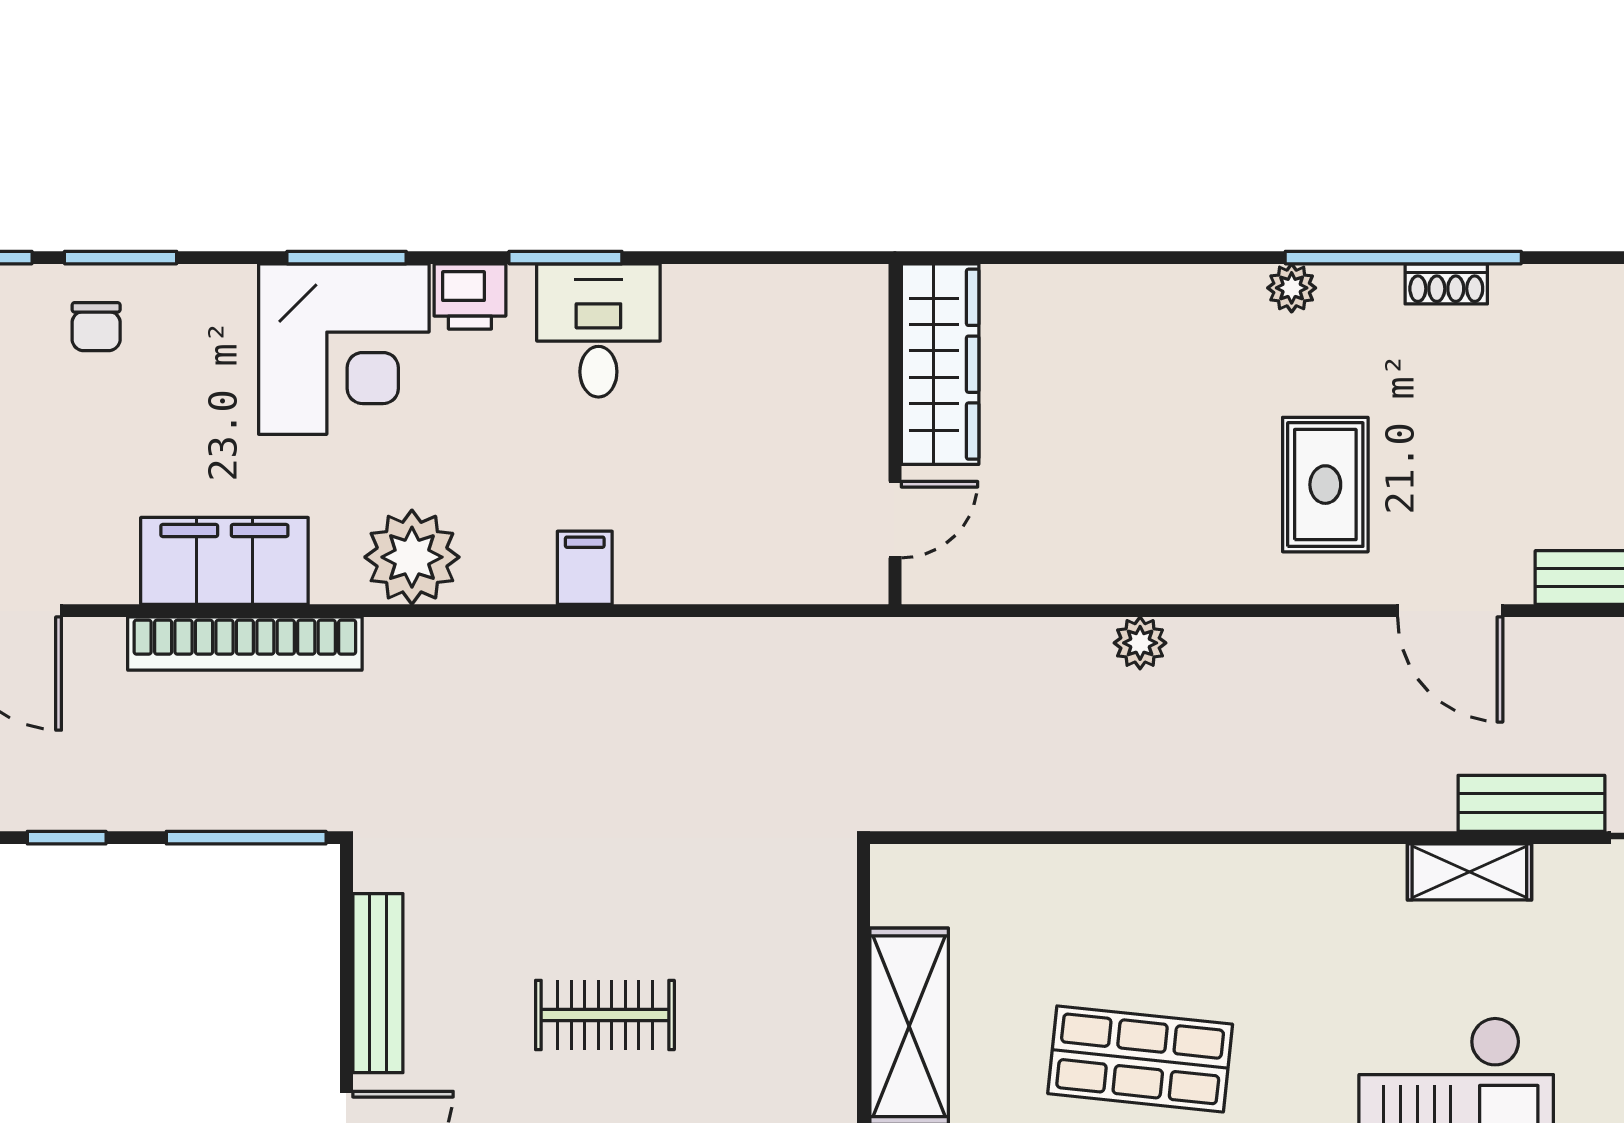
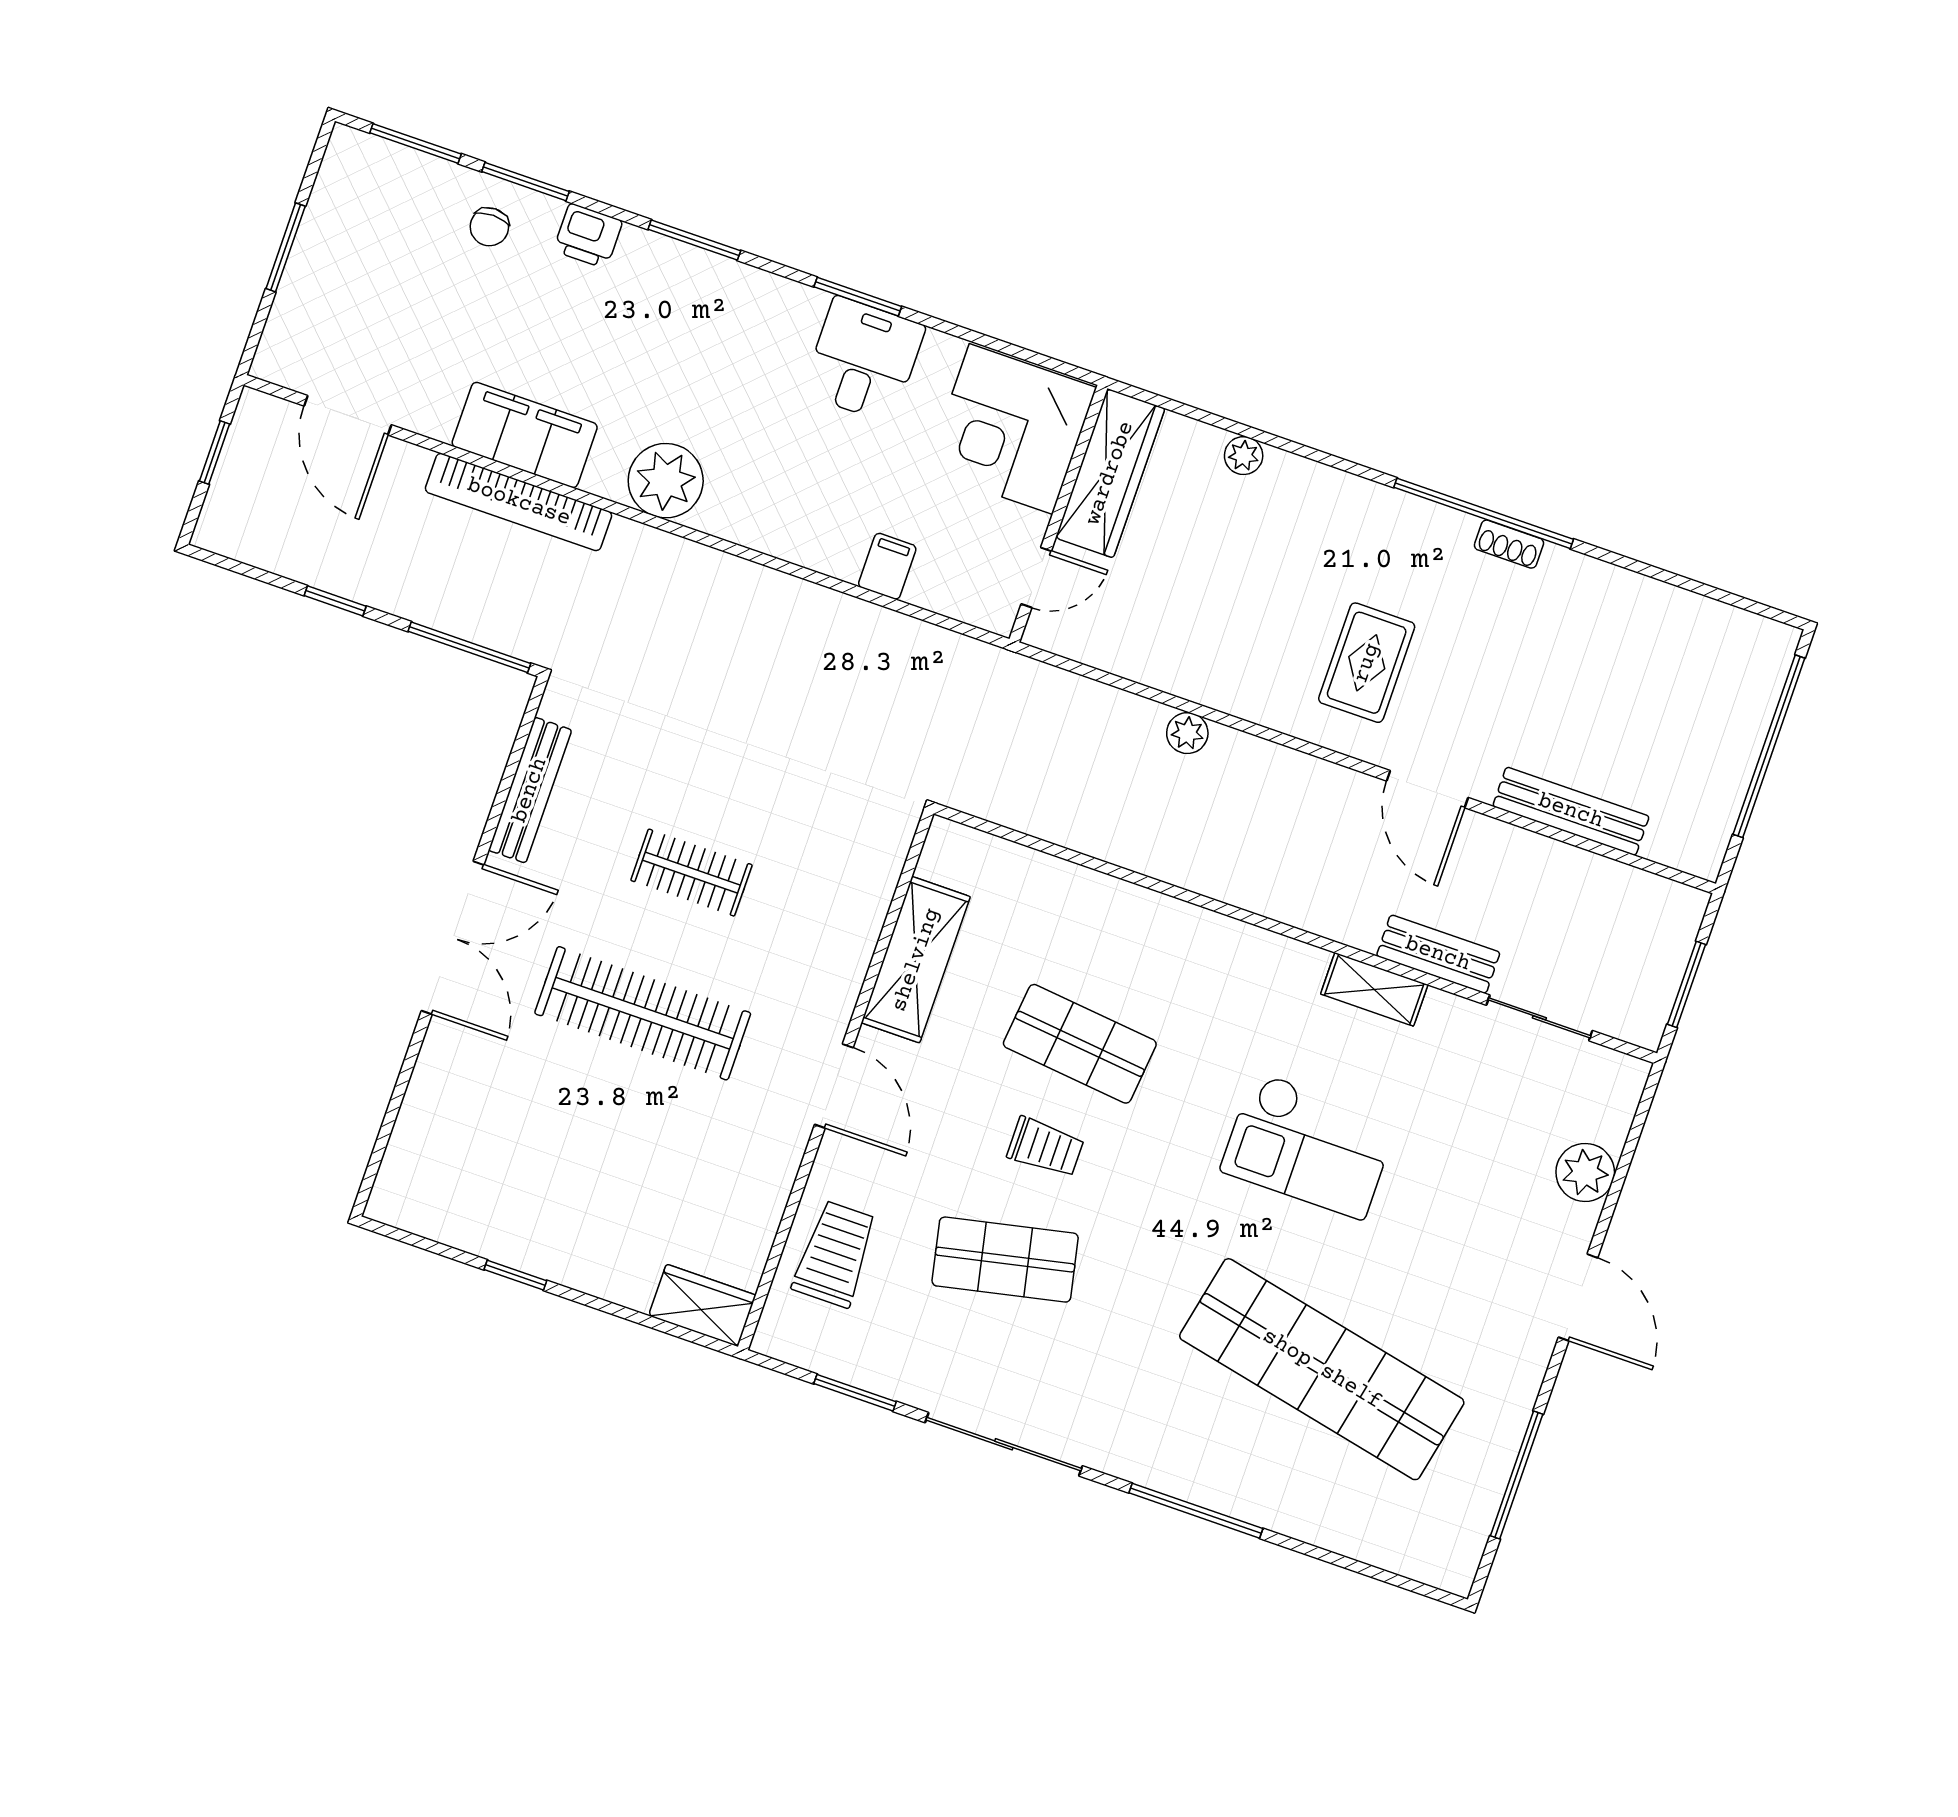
plant: (1292, 288) -> (1244, 456), moved
printer: (470, 296) -> (588, 236), moved
corner desk: (344, 349) -> (1011, 429), moved, turned 90
filing cabinet: (585, 568) -> (887, 566), moved

